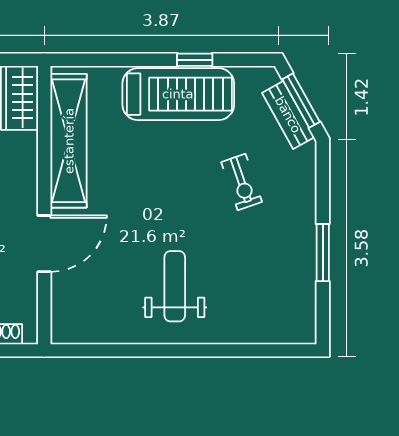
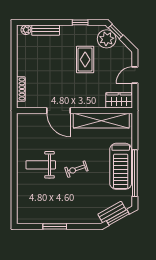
window: (195, 60) -> (135, 173), width x3.17
exercise bike: (242, 182) -> (76, 169), moved
weight bench: (175, 286) -> (41, 165), turned 180

